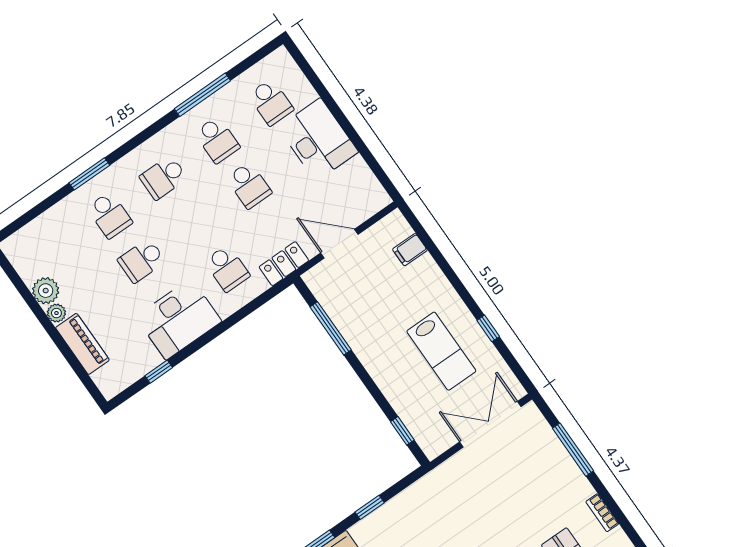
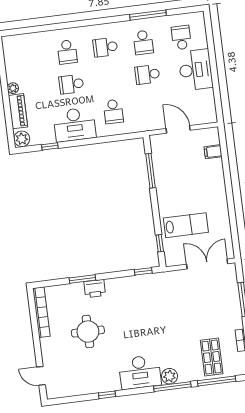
school desk: (271, 102) -> (181, 38), turned 180
window: (89, 174) -> (68, 25), removed
school desk: (249, 185) -> (147, 75), turned 90
locker: (284, 264) -> (144, 125), removed
plant: (46, 291) -> (22, 139), moved
window: (488, 328) -> (232, 214), removed
lab bench: (441, 351) -> (186, 225), moved, turned -90
window: (370, 507) -> (143, 271), moved

